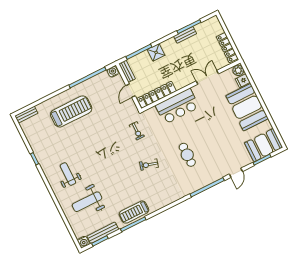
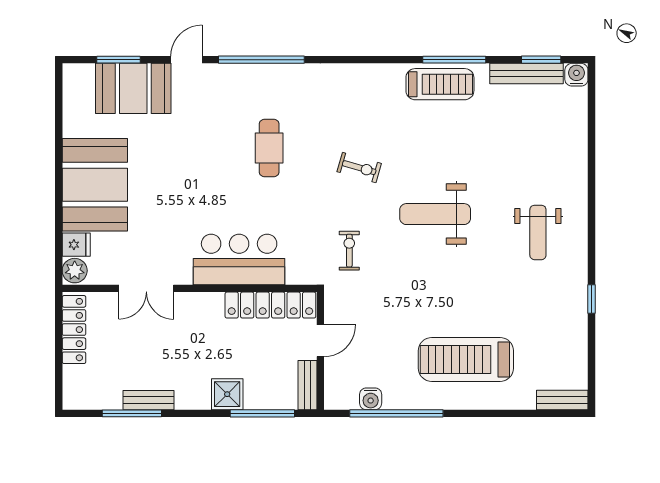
water cooler: (113, 72) -> (371, 399), moved
booth: (264, 145) -> (133, 88), moved
weight bench: (87, 202) -> (435, 214), moved, turned 180

